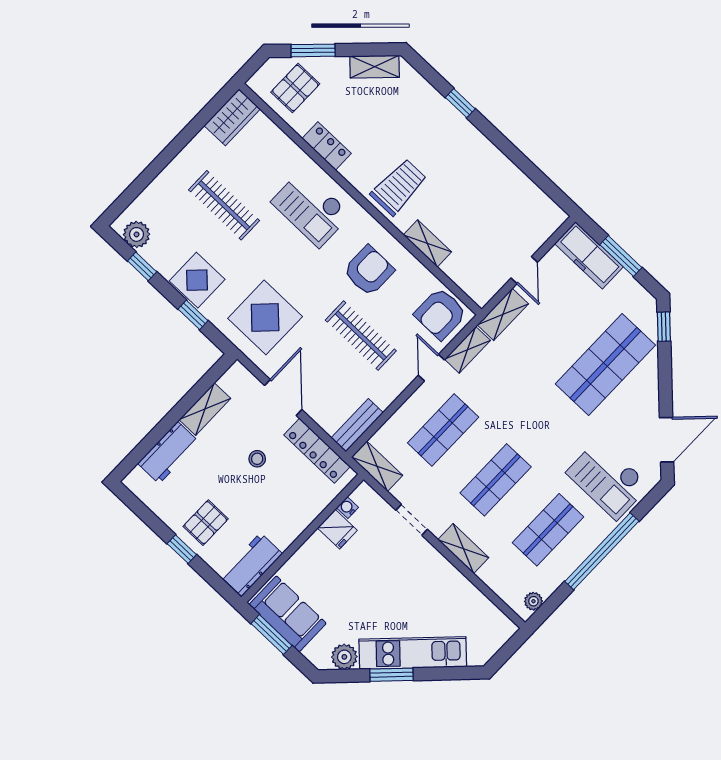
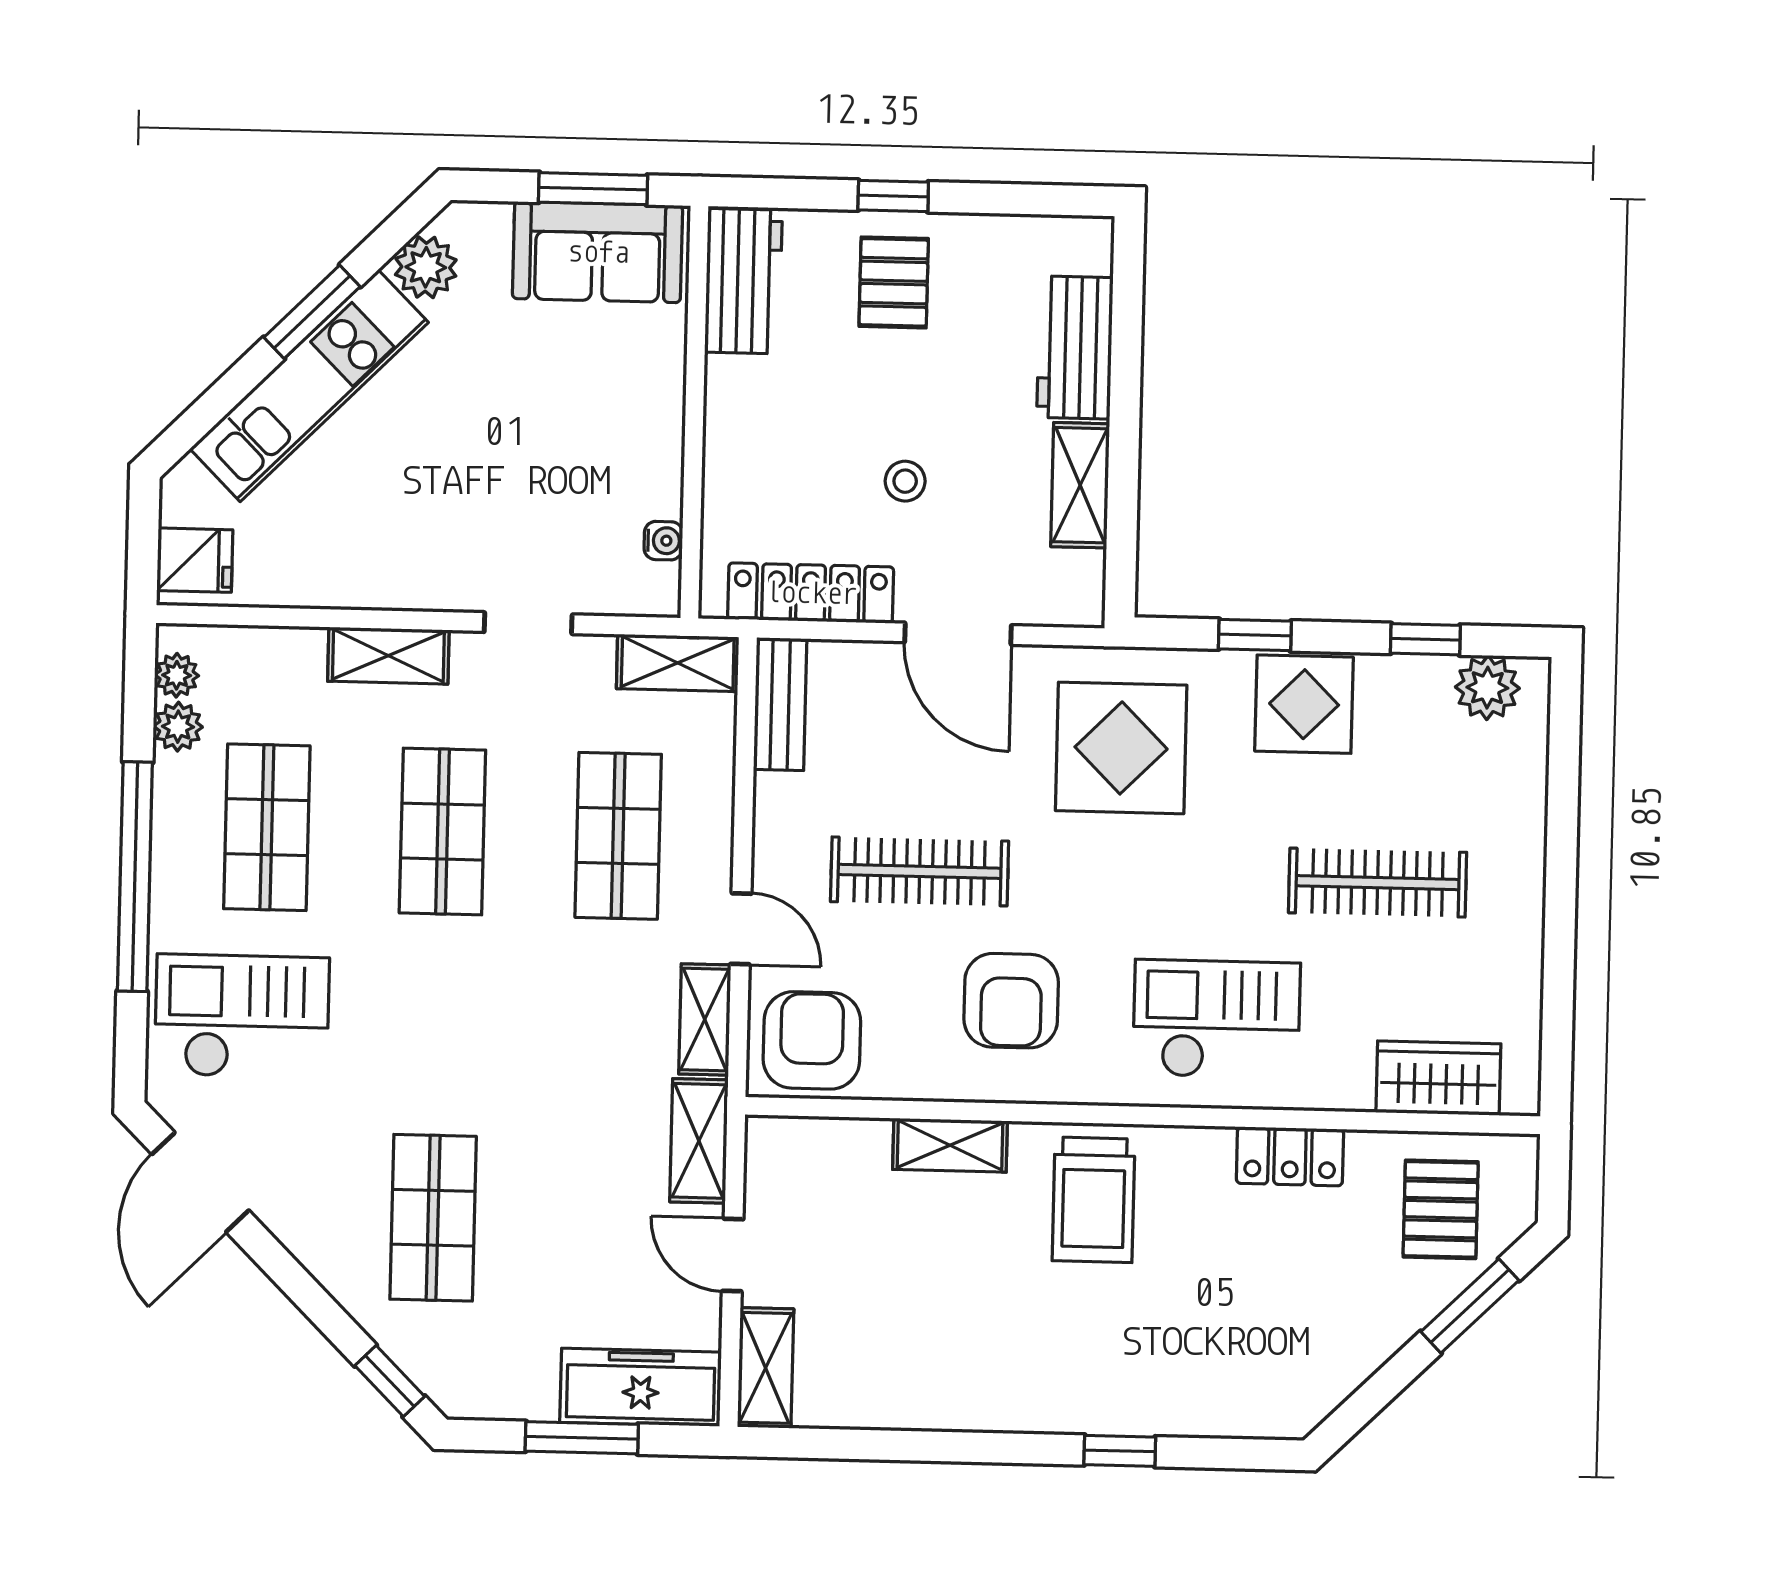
shelving: (375, 67) -> (766, 1368), moved, turned -46
wardrobe: (232, 117) -> (1438, 1078), moved, turned 90
shop shelf: (605, 365) -> (433, 1218), width x0.70, depth x0.74
fridge: (337, 529) -> (195, 560), moved, turned 180
plant: (547, 585) -> (178, 727), added

